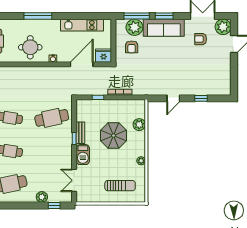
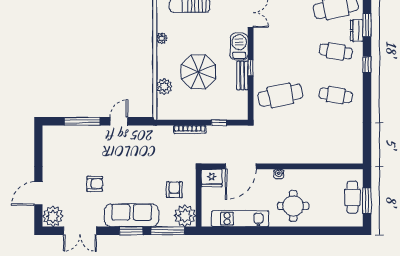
window: (38, 16) -> (299, 231), removed
plant: (134, 27) -> (185, 216), moved
armchair: (201, 39) -> (95, 184), moved
round table: (30, 47) -> (293, 206), moved
window: (201, 98) -> (82, 121), width x2.17

